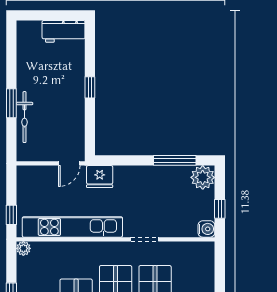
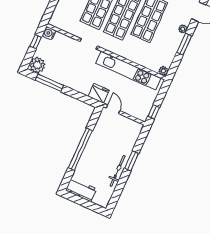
window: (90, 87) -> (80, 149), width x3.17
bicycle: (25, 117) -> (118, 171), moved
door: (69, 163) -> (113, 109), hinge flipped
window: (11, 215) -> (154, 112), moved

